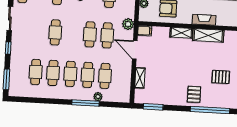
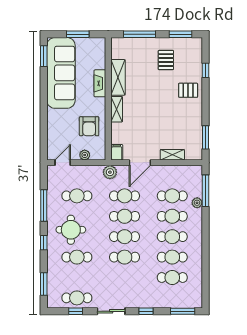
cafe table: (73, 33) -> (125, 237), added
window: (86, 103) -> (205, 191), moved
window: (210, 110) -> (205, 70), width x0.32

